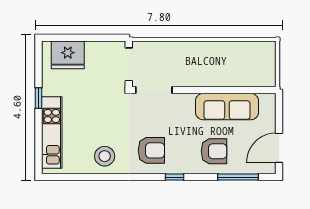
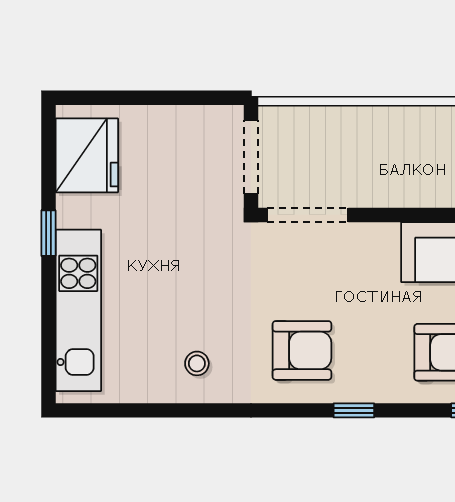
fridge: (68, 55) -> (87, 155), moved, turned -90
stool: (105, 156) -> (197, 363), width x0.53, depth x0.53

